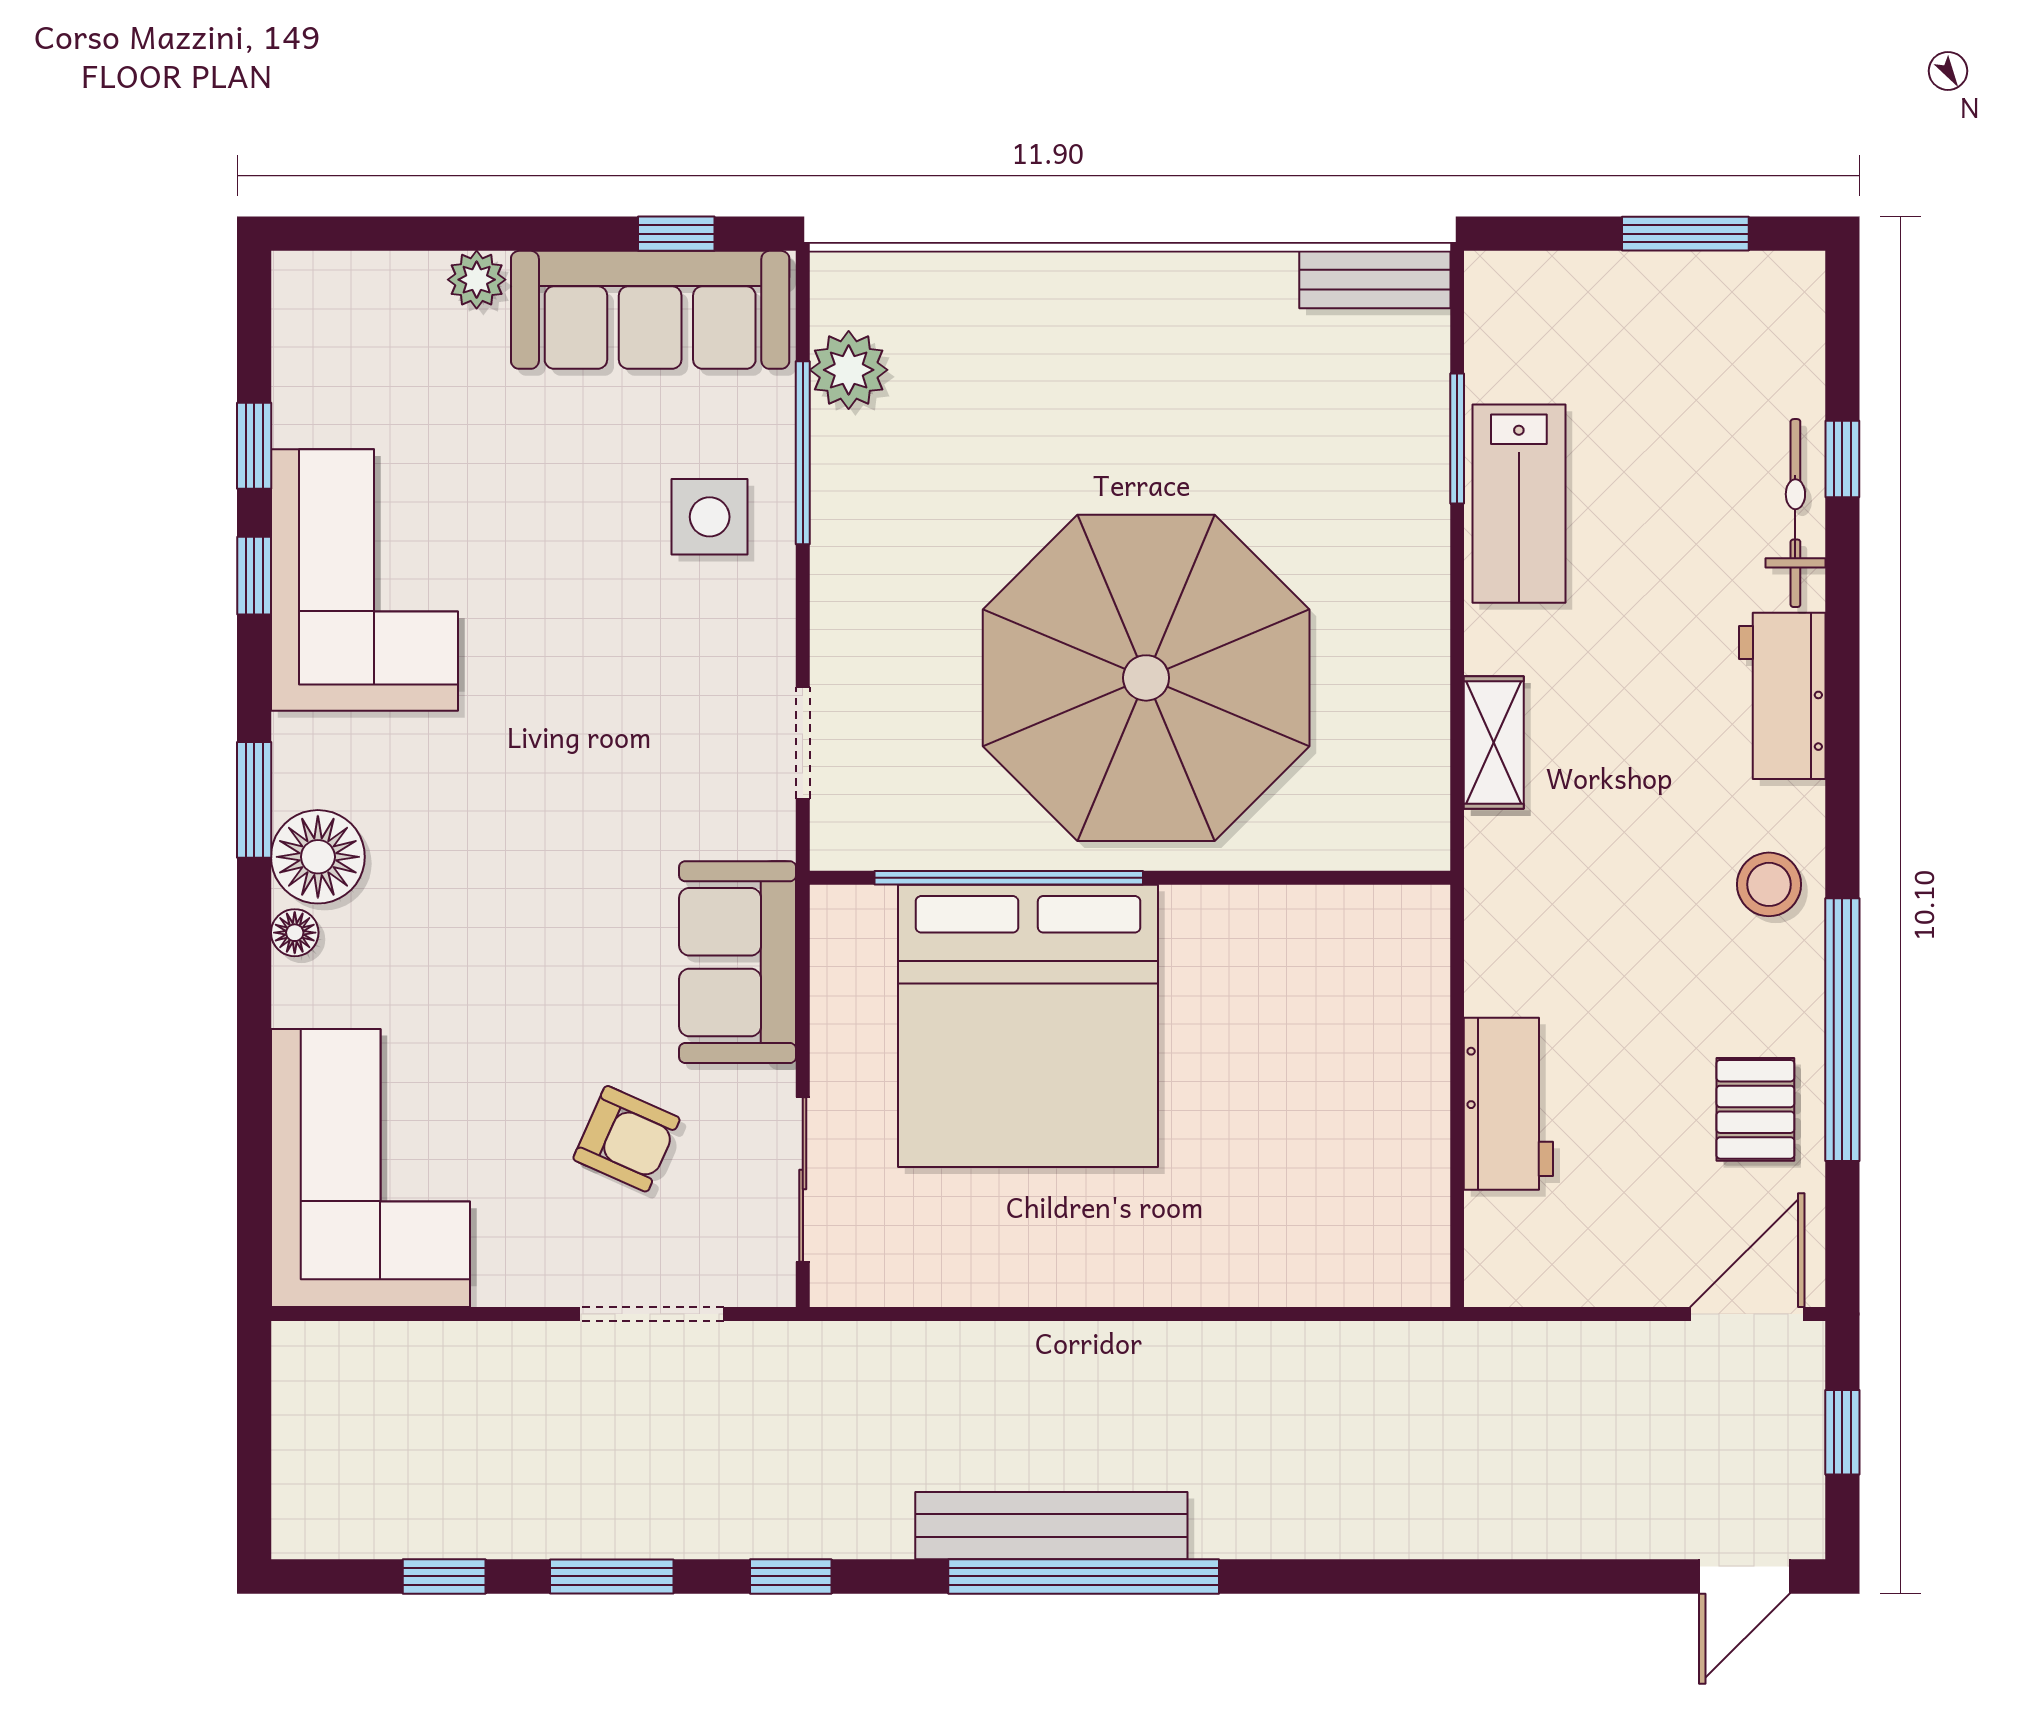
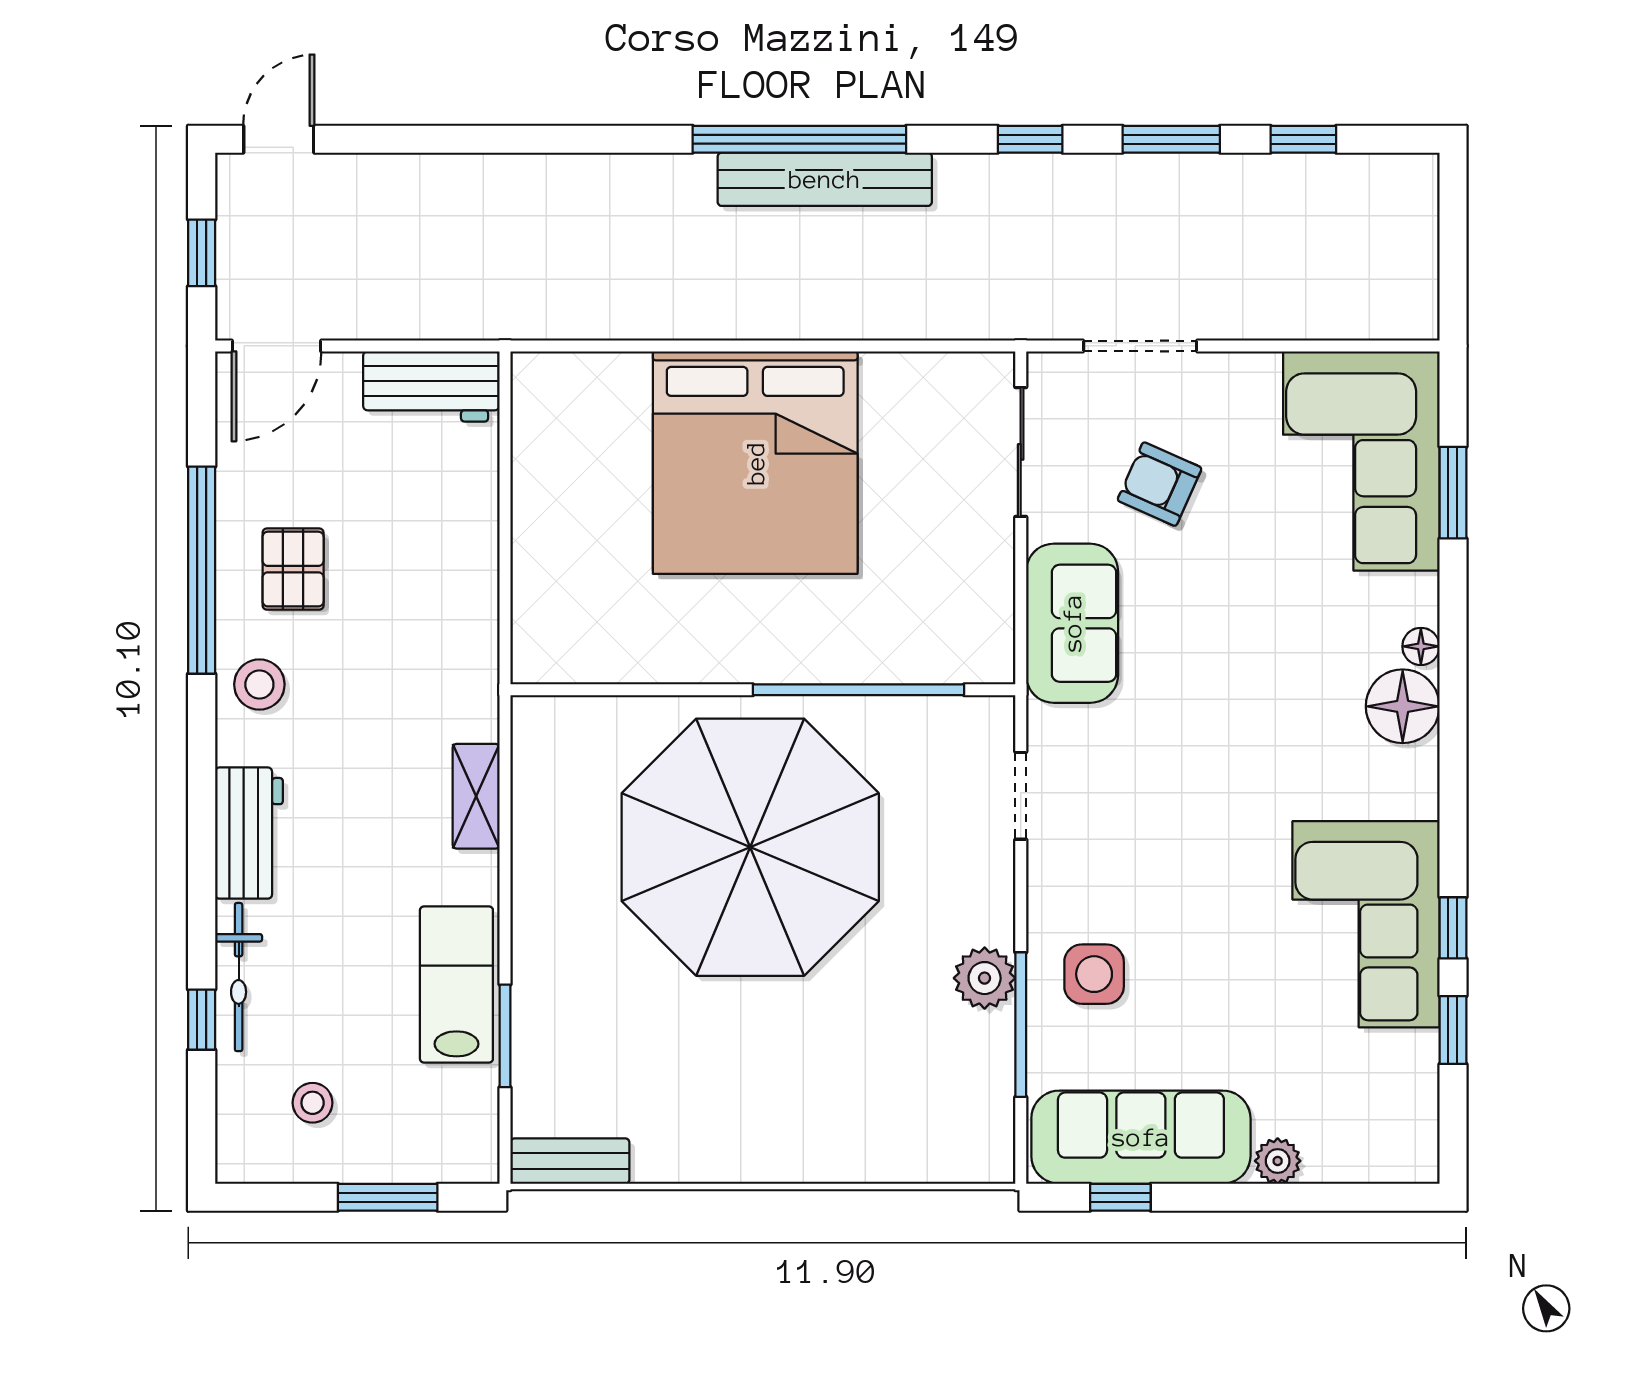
window: (1685, 234) -> (388, 1197), moved
stool: (1702, 354) -> (313, 1103), added
plant: (849, 370) -> (985, 978), moved
window: (254, 800) -> (1453, 493), moved
bed: (1028, 1026) -> (755, 463), moved, turned 180
workbench: (1508, 1104) -> (431, 386), moved, turned -90
pallet: (1755, 1109) -> (293, 569), moved

